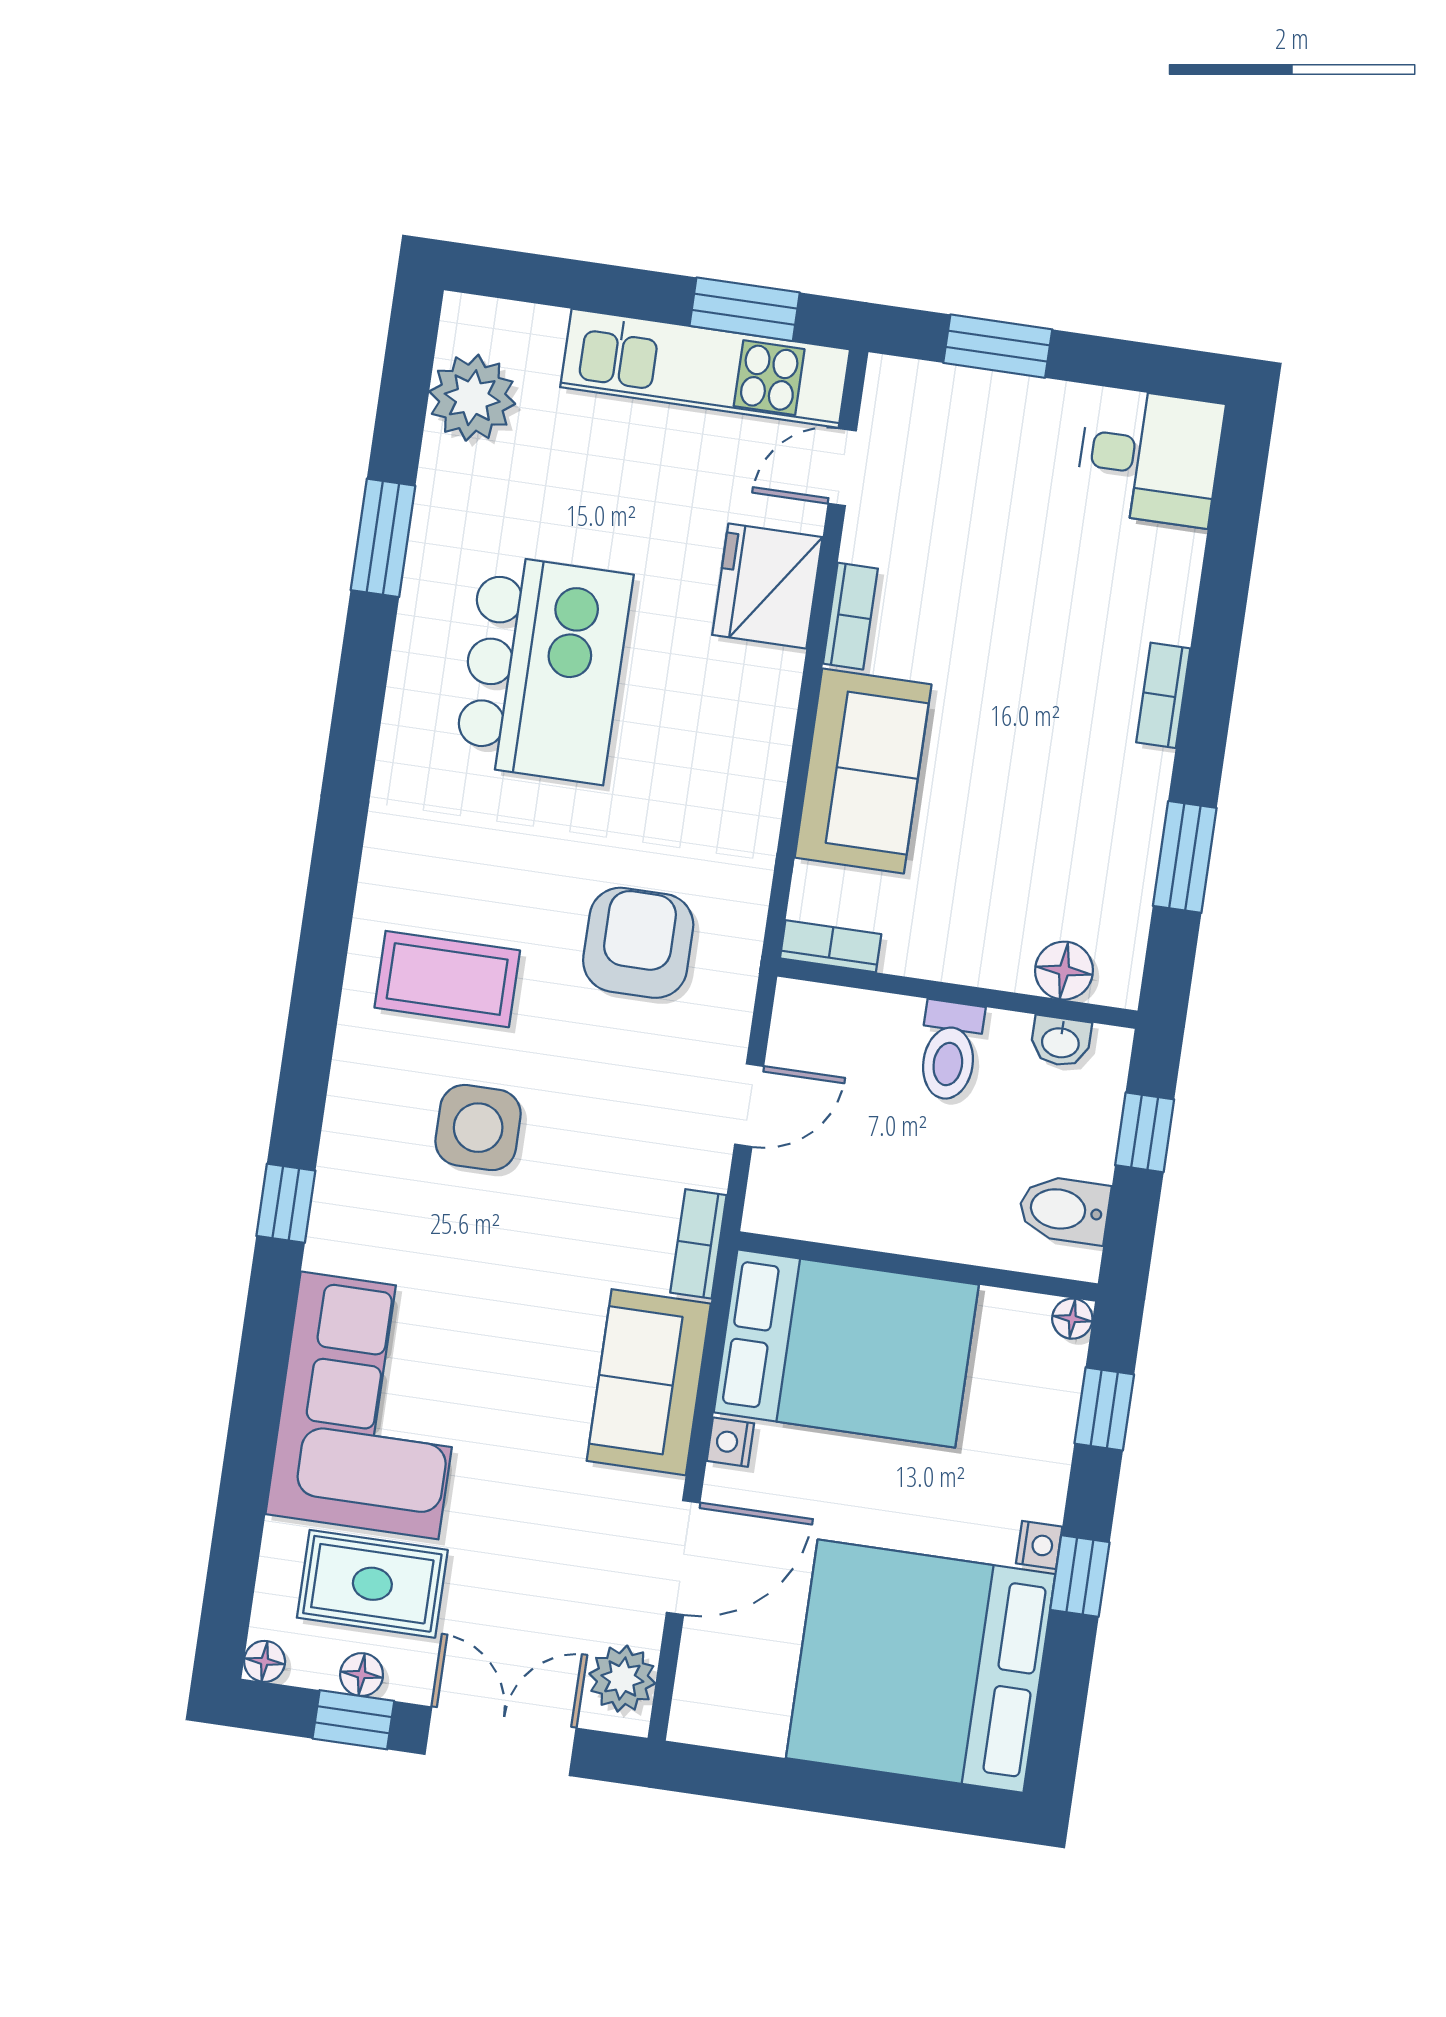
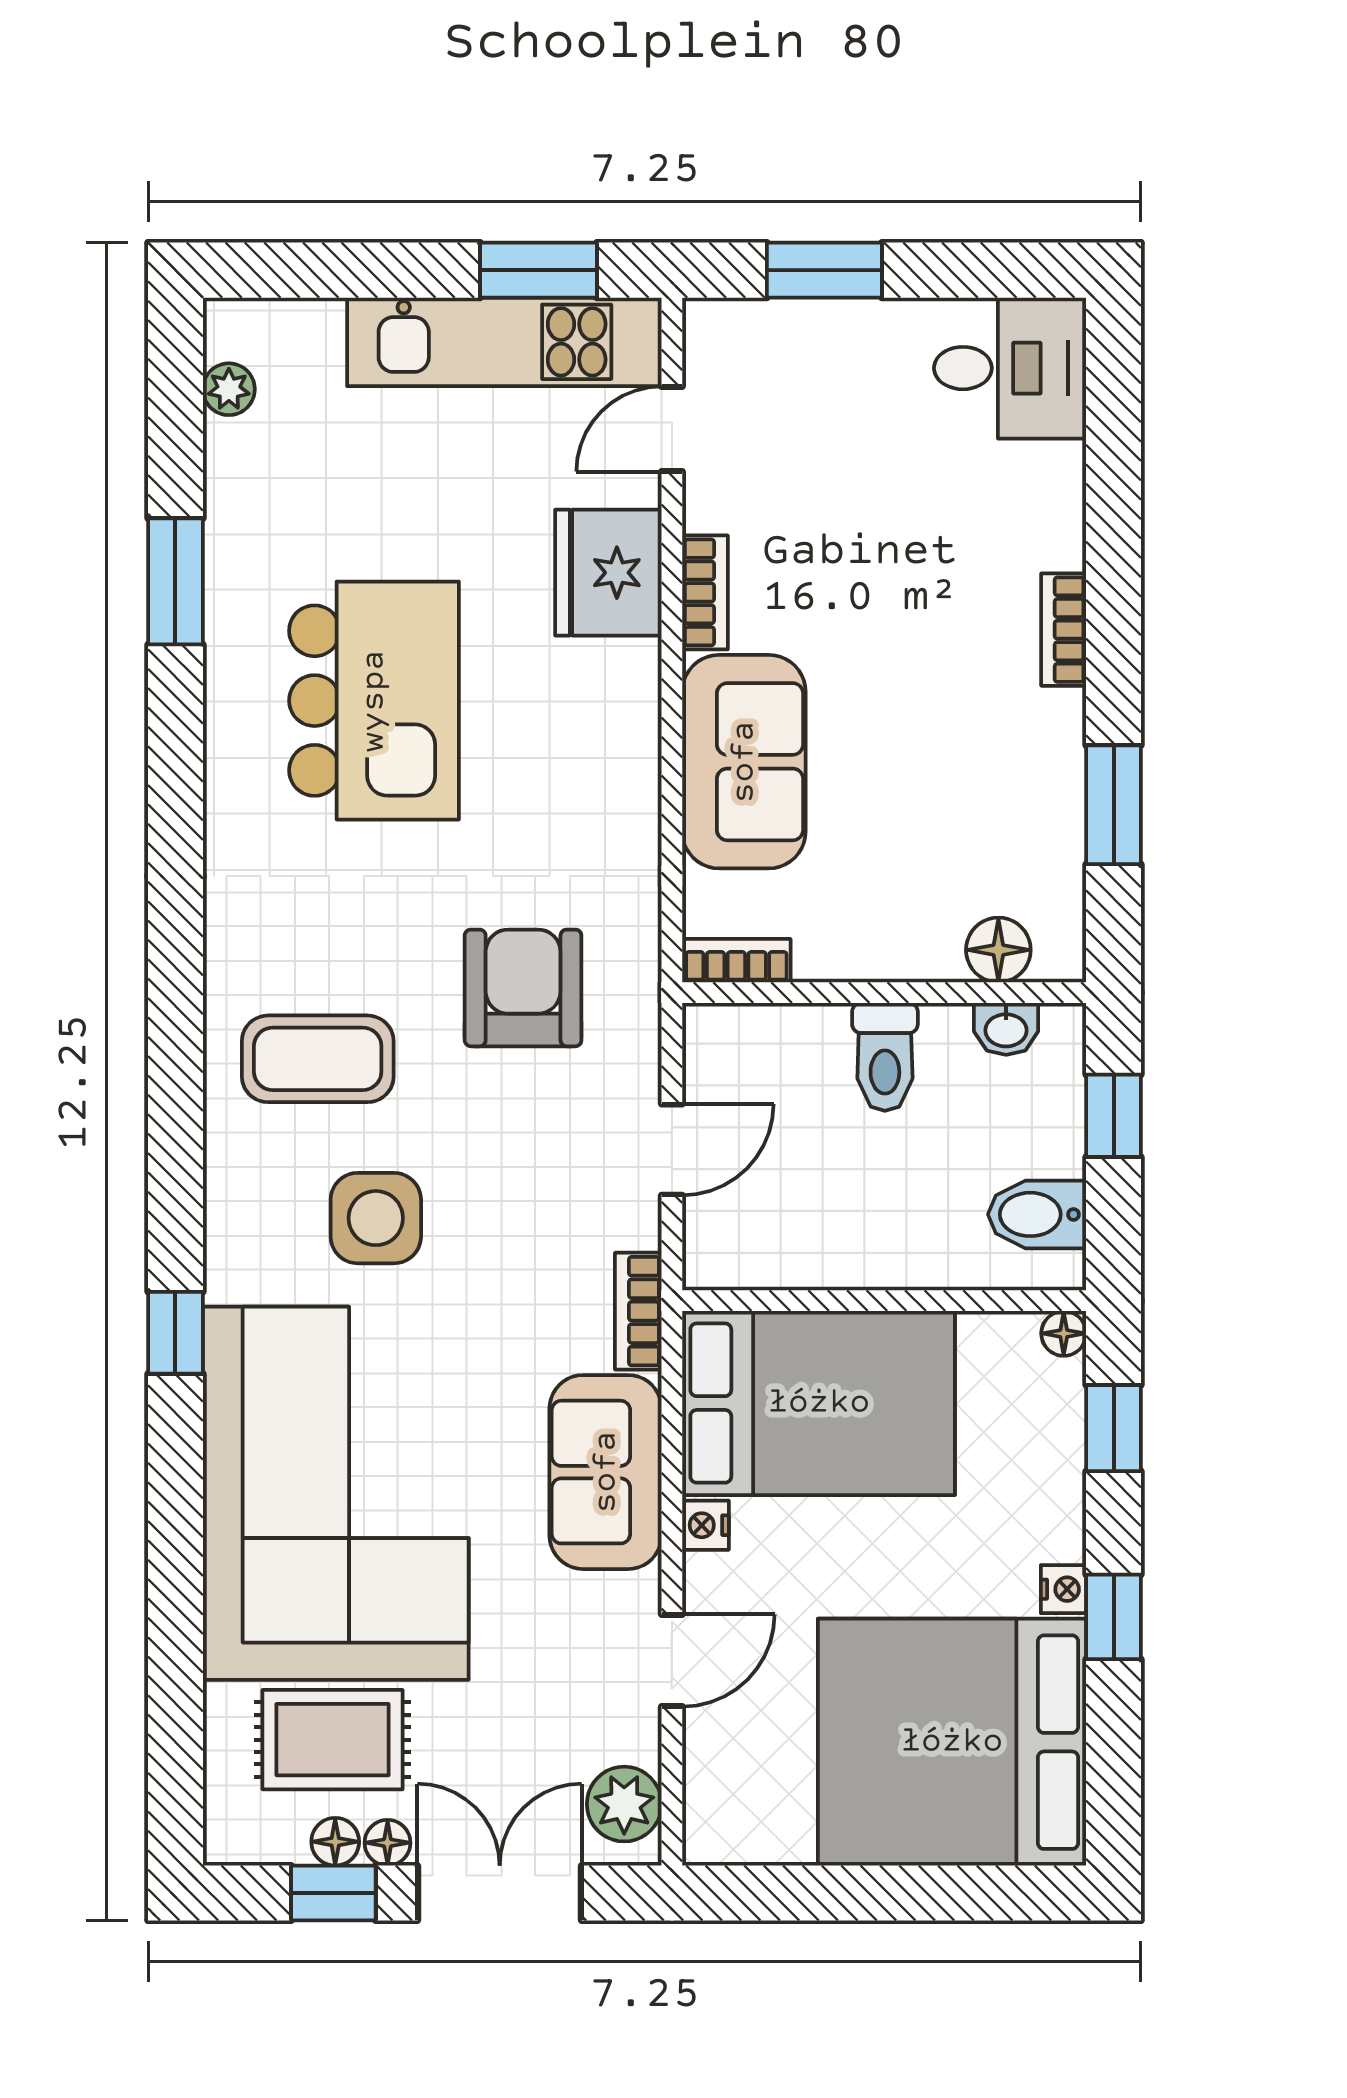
plant: (472, 398) -> (229, 389), width x0.53, depth x0.53
corner sofa: (370, 1405) -> (336, 1493), width x1.36, depth x1.36
door: (683, 1558) -> (672, 1660), width x0.73
floor lamp: (265, 1661) -> (388, 1843), moved

